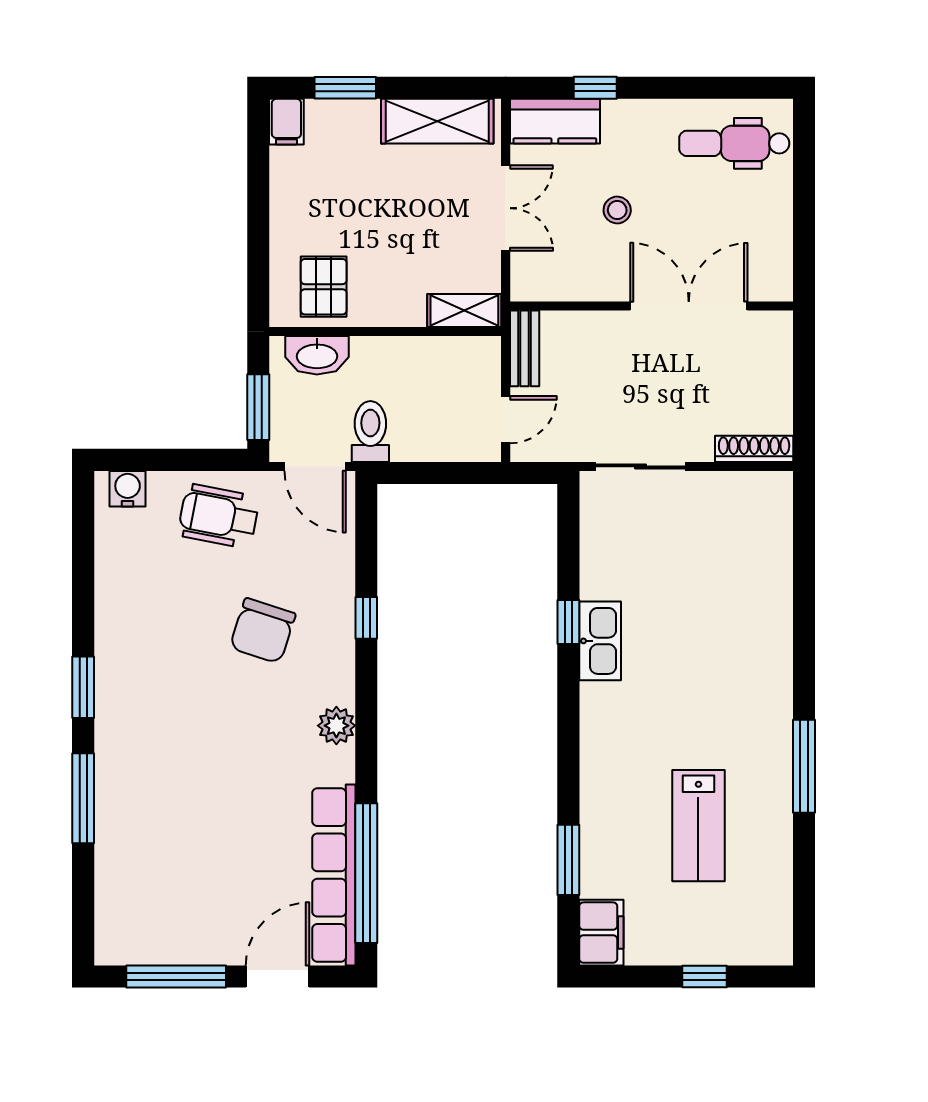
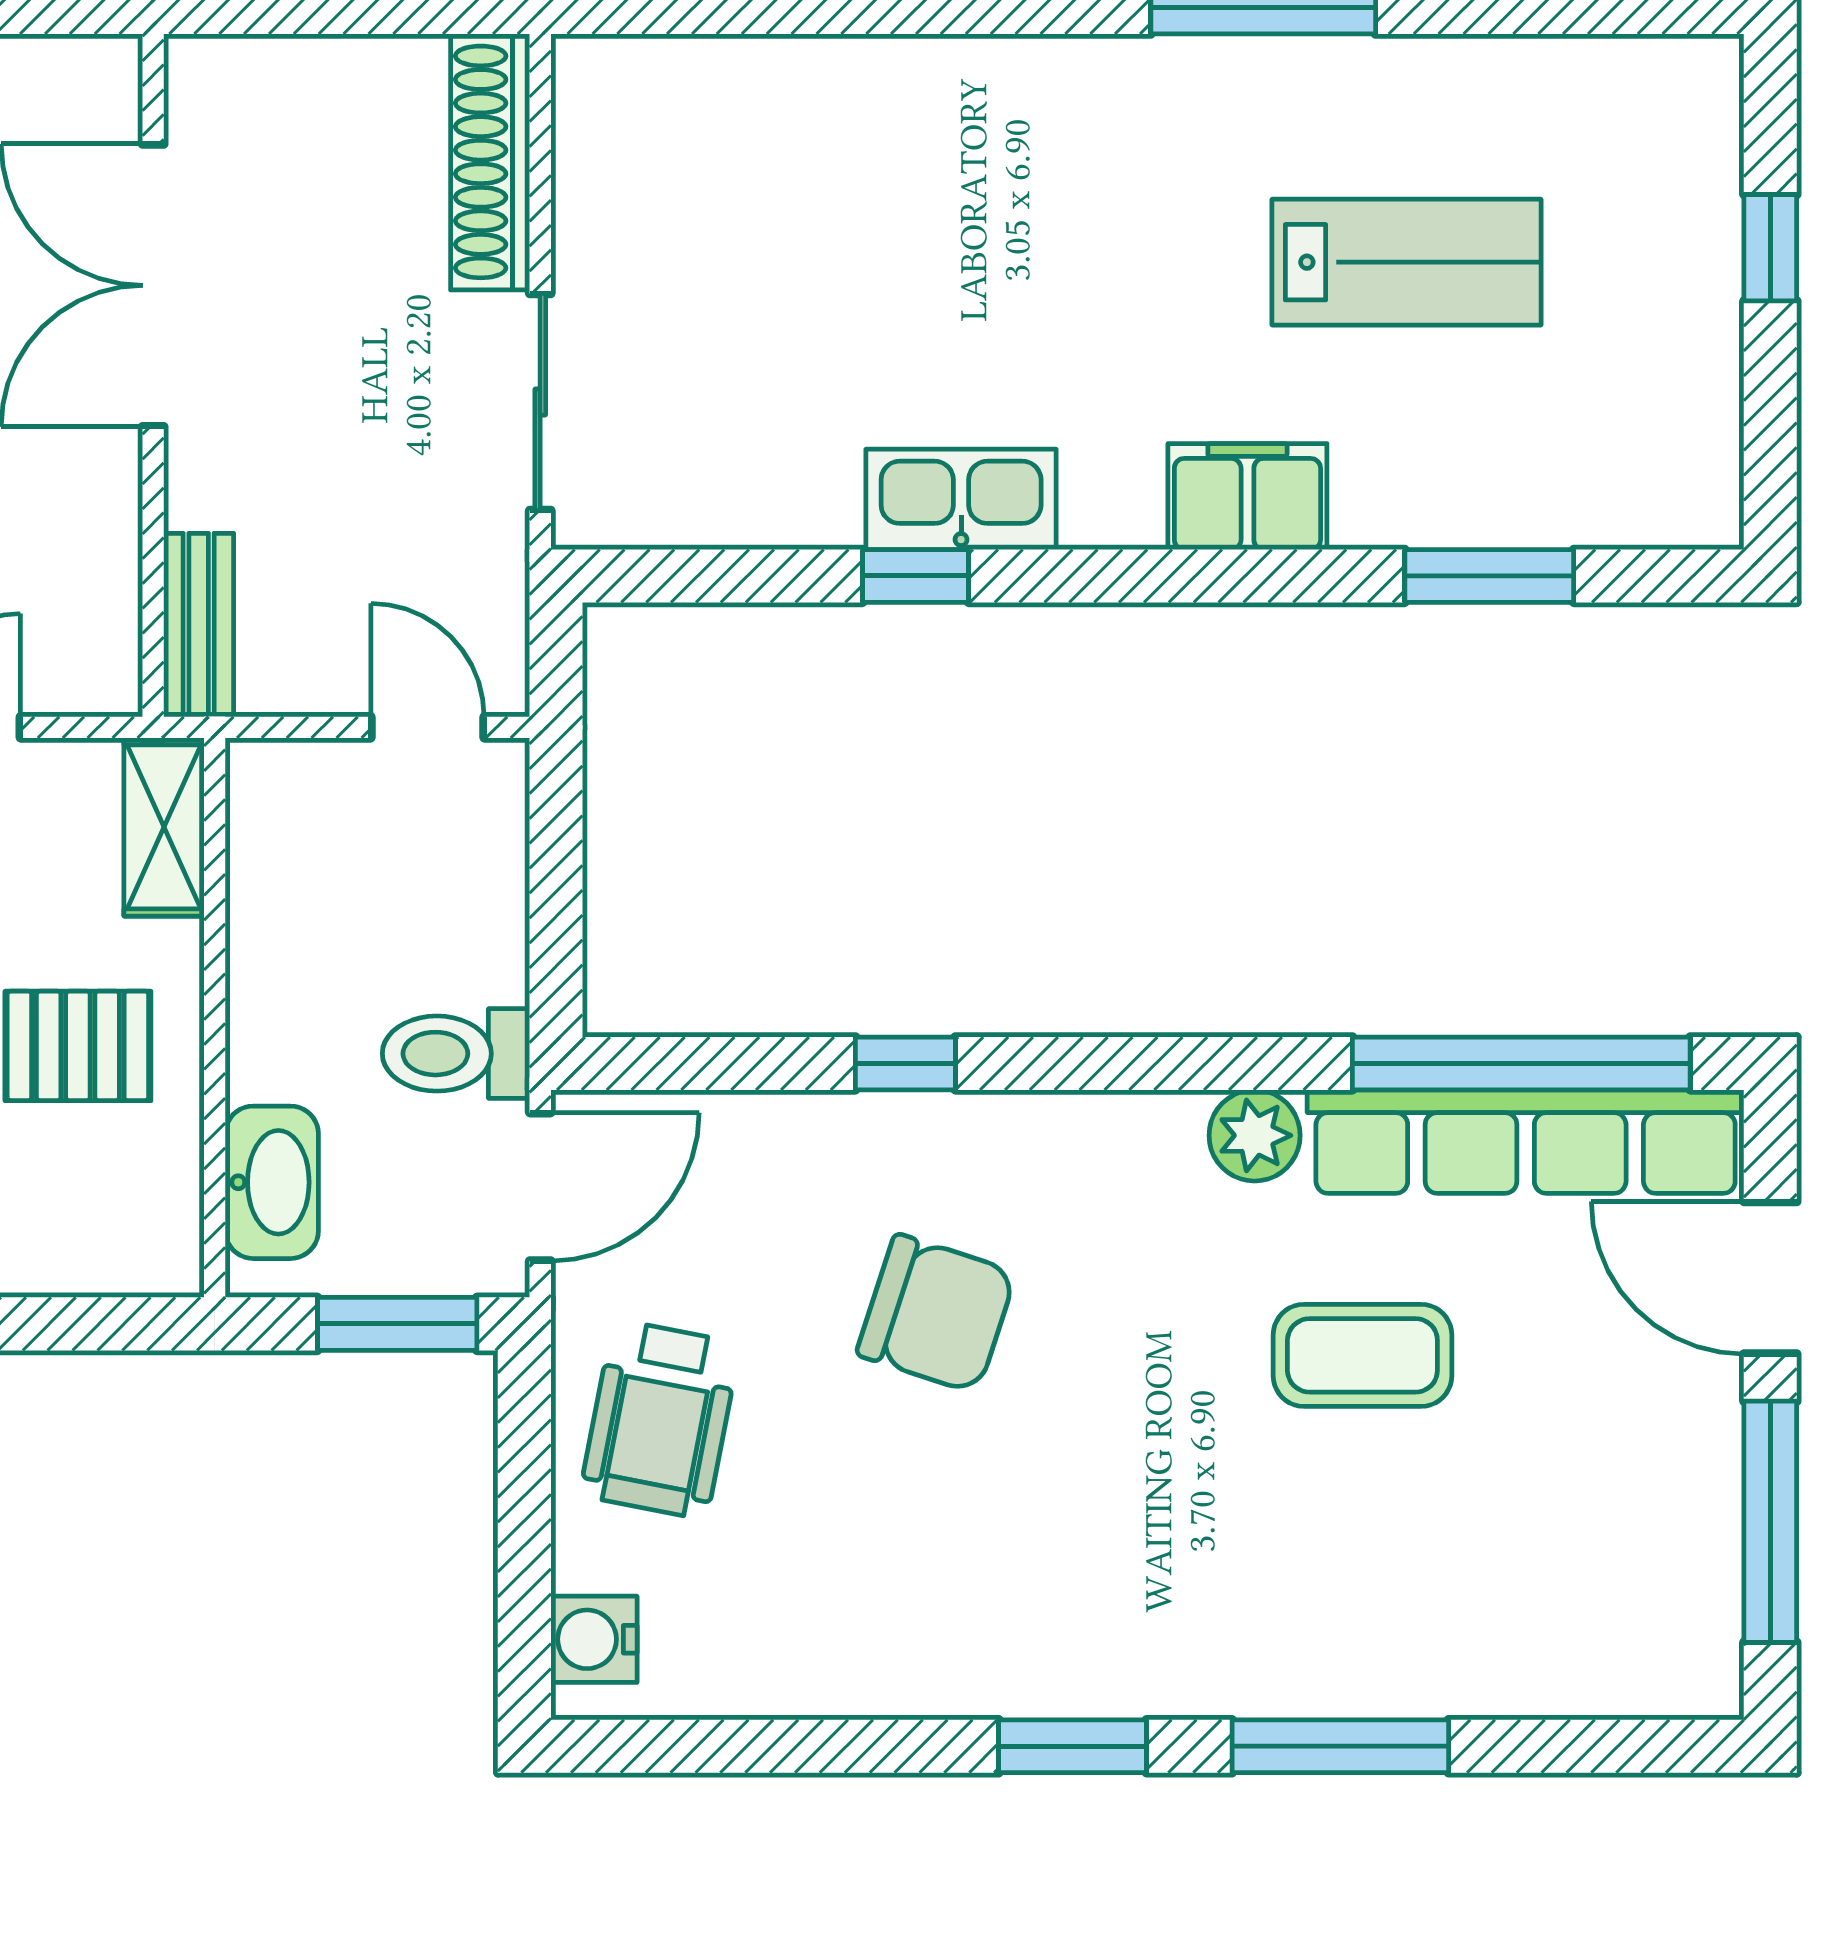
pallet: (324, 287) -> (78, 1046), moved
bench: (525, 348) -> (199, 625), moved, turned 90
shoe rack: (754, 449) -> (490, 162), width x1.36, depth x1.24
plant: (336, 726) -> (1255, 1135), moved
coffee table: (245, 807) -> (1362, 1355), added
filing cabinet: (601, 933) -> (1247, 497), moved

